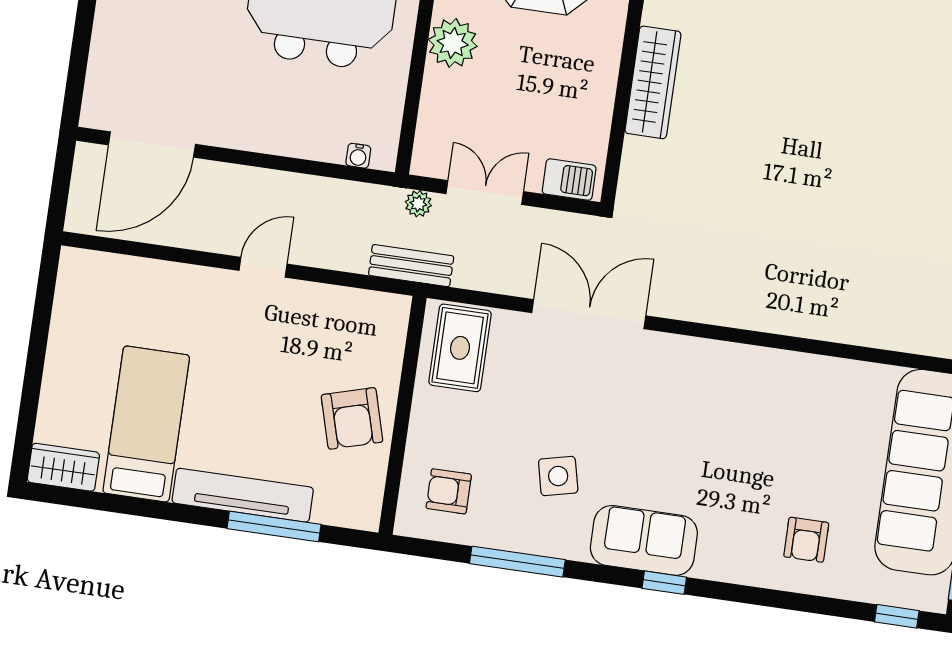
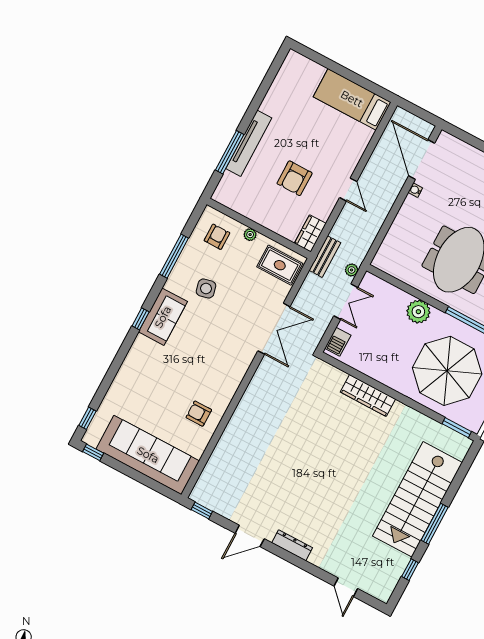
water cooler: (358, 156) -> (415, 190), moved
armchair: (352, 418) -> (295, 178), moved, turned -74
bed: (146, 424) -> (352, 99), moved, turned 180
plant: (421, 428) -> (250, 235), added
wardrobe: (63, 467) -> (310, 233), moved, turned 180
armchair: (806, 540) -> (199, 414), moved

